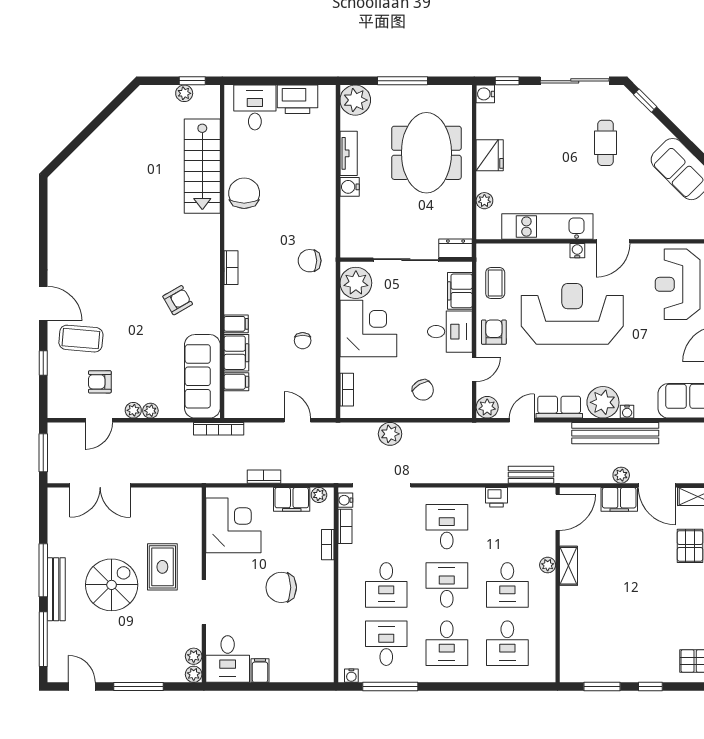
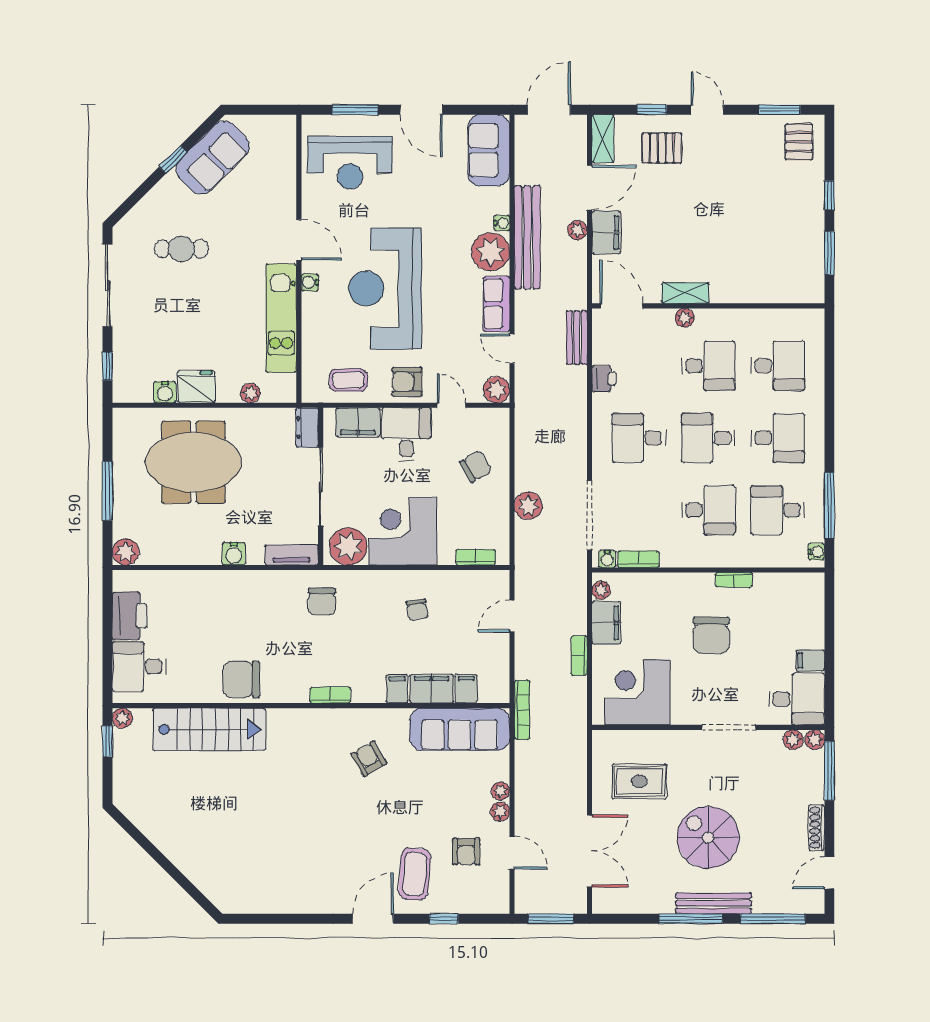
plant: (184, 93) -> (122, 718), moved
water cooler: (485, 94) -> (165, 392), moved
plant: (355, 100) -> (126, 552), width x0.73, depth x0.73
window: (645, 101) -> (173, 159), moved
tv unit: (349, 153) -> (292, 555), moved
chair: (303, 341) -> (417, 610), turned 81
bookcase: (328, 545) -> (734, 580), moved
rug: (162, 567) -> (639, 781), moved
shoe rack: (120, 676) -> (817, 828), added
window: (138, 687) -> (829, 771), moved

